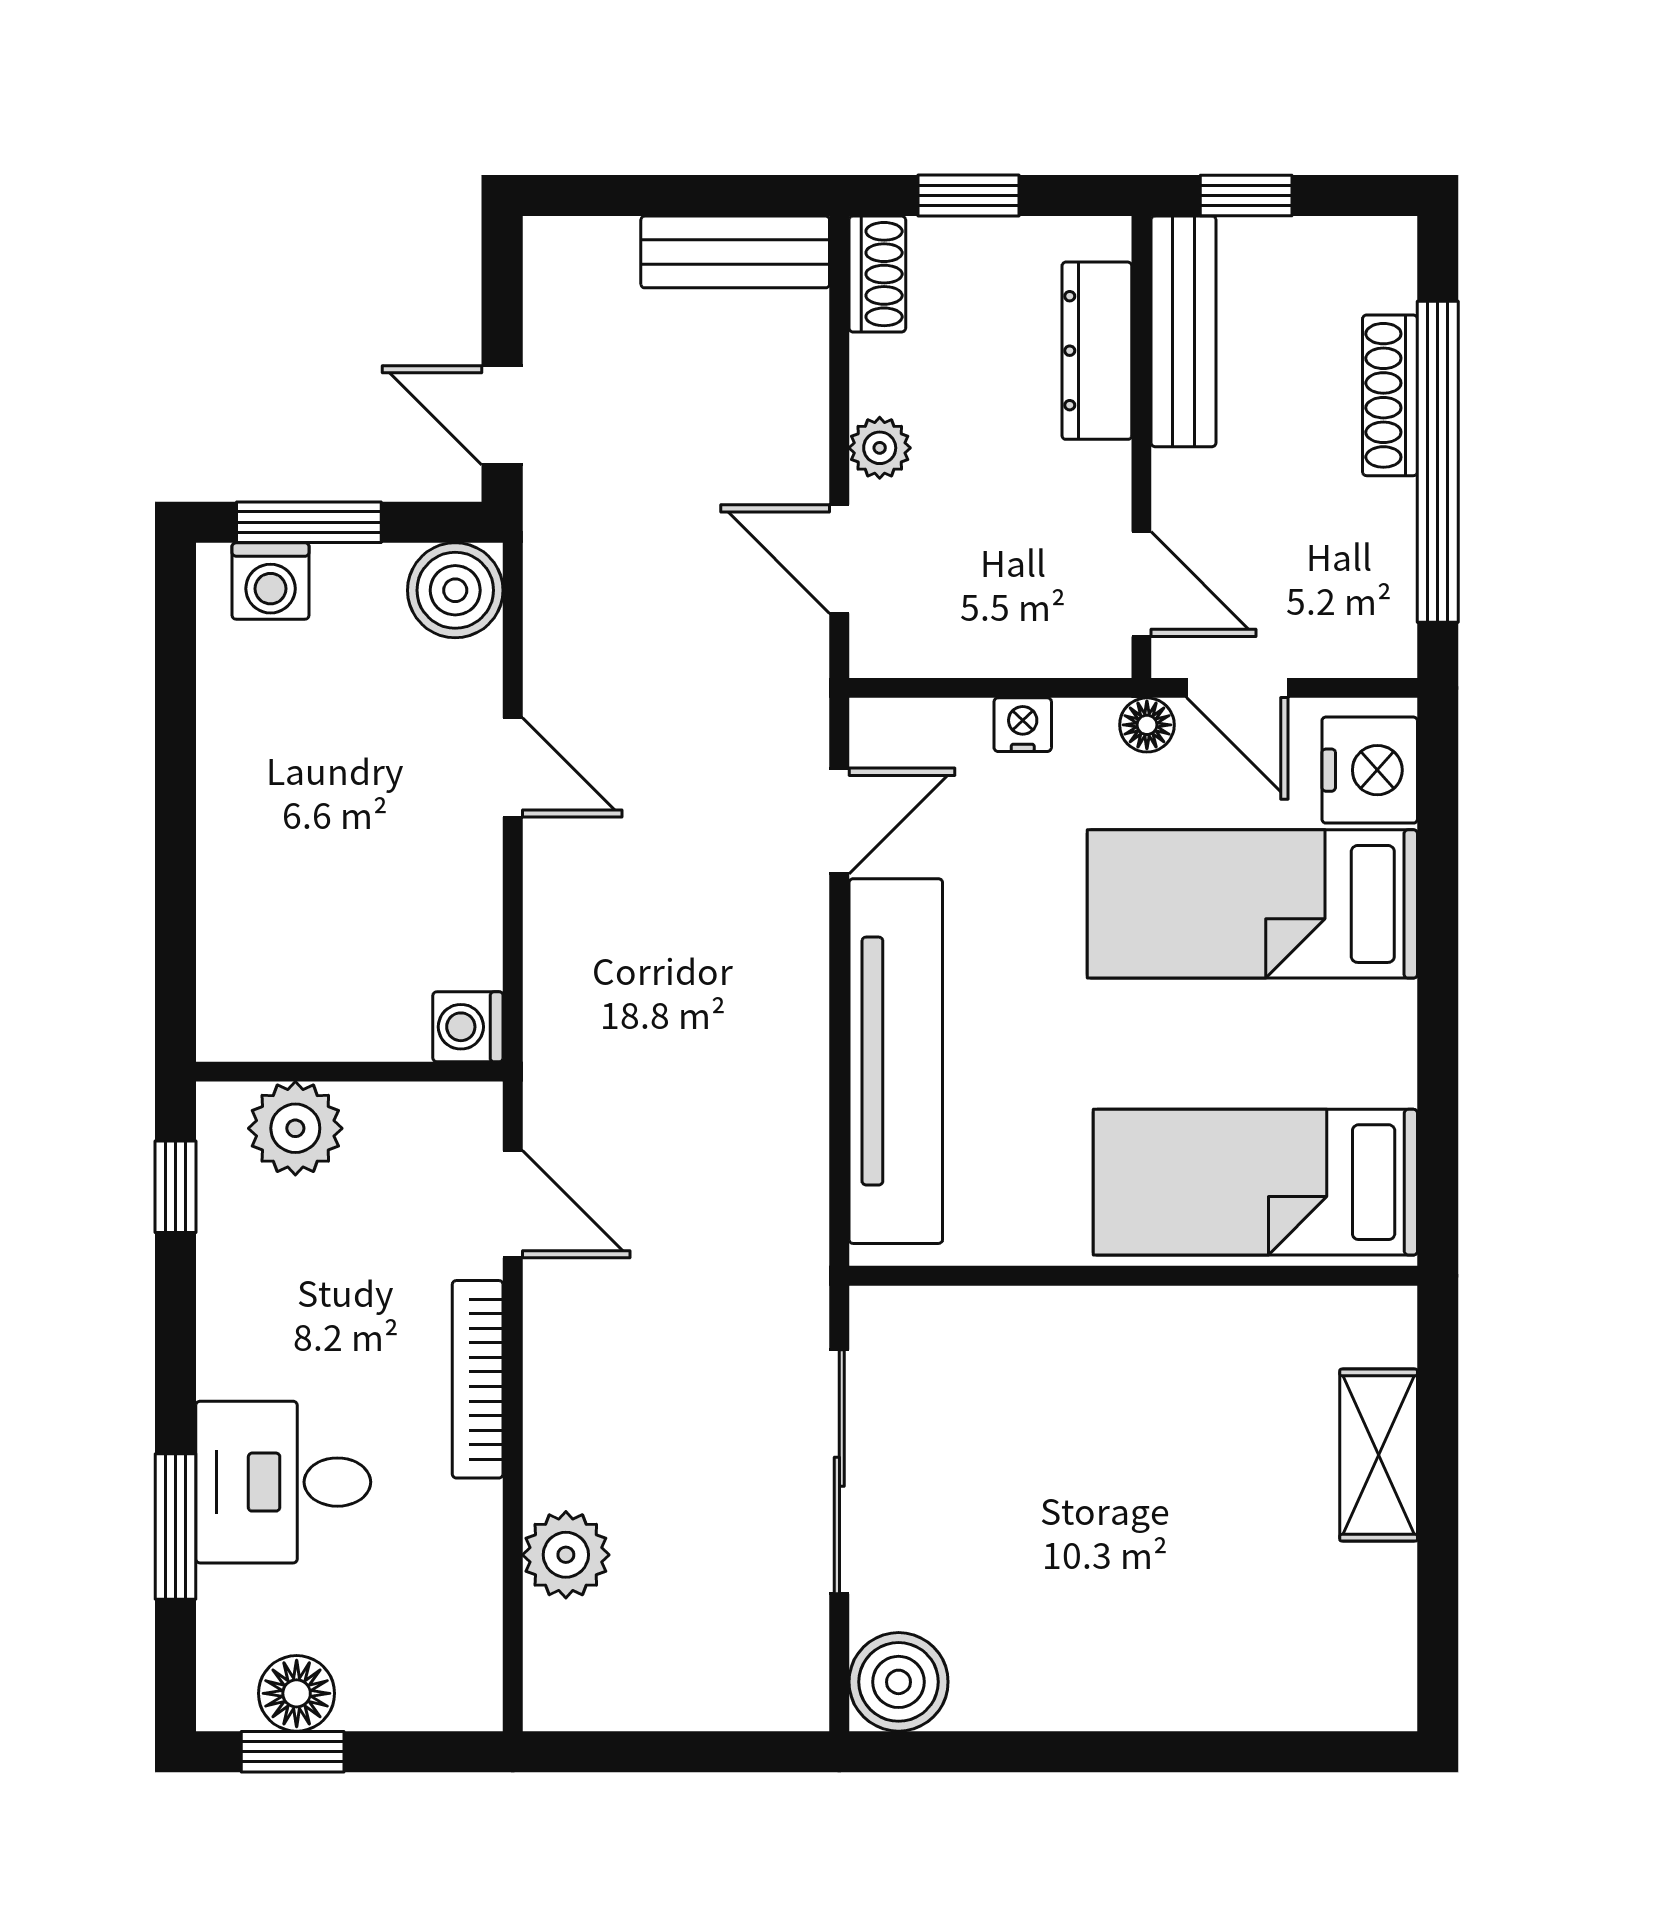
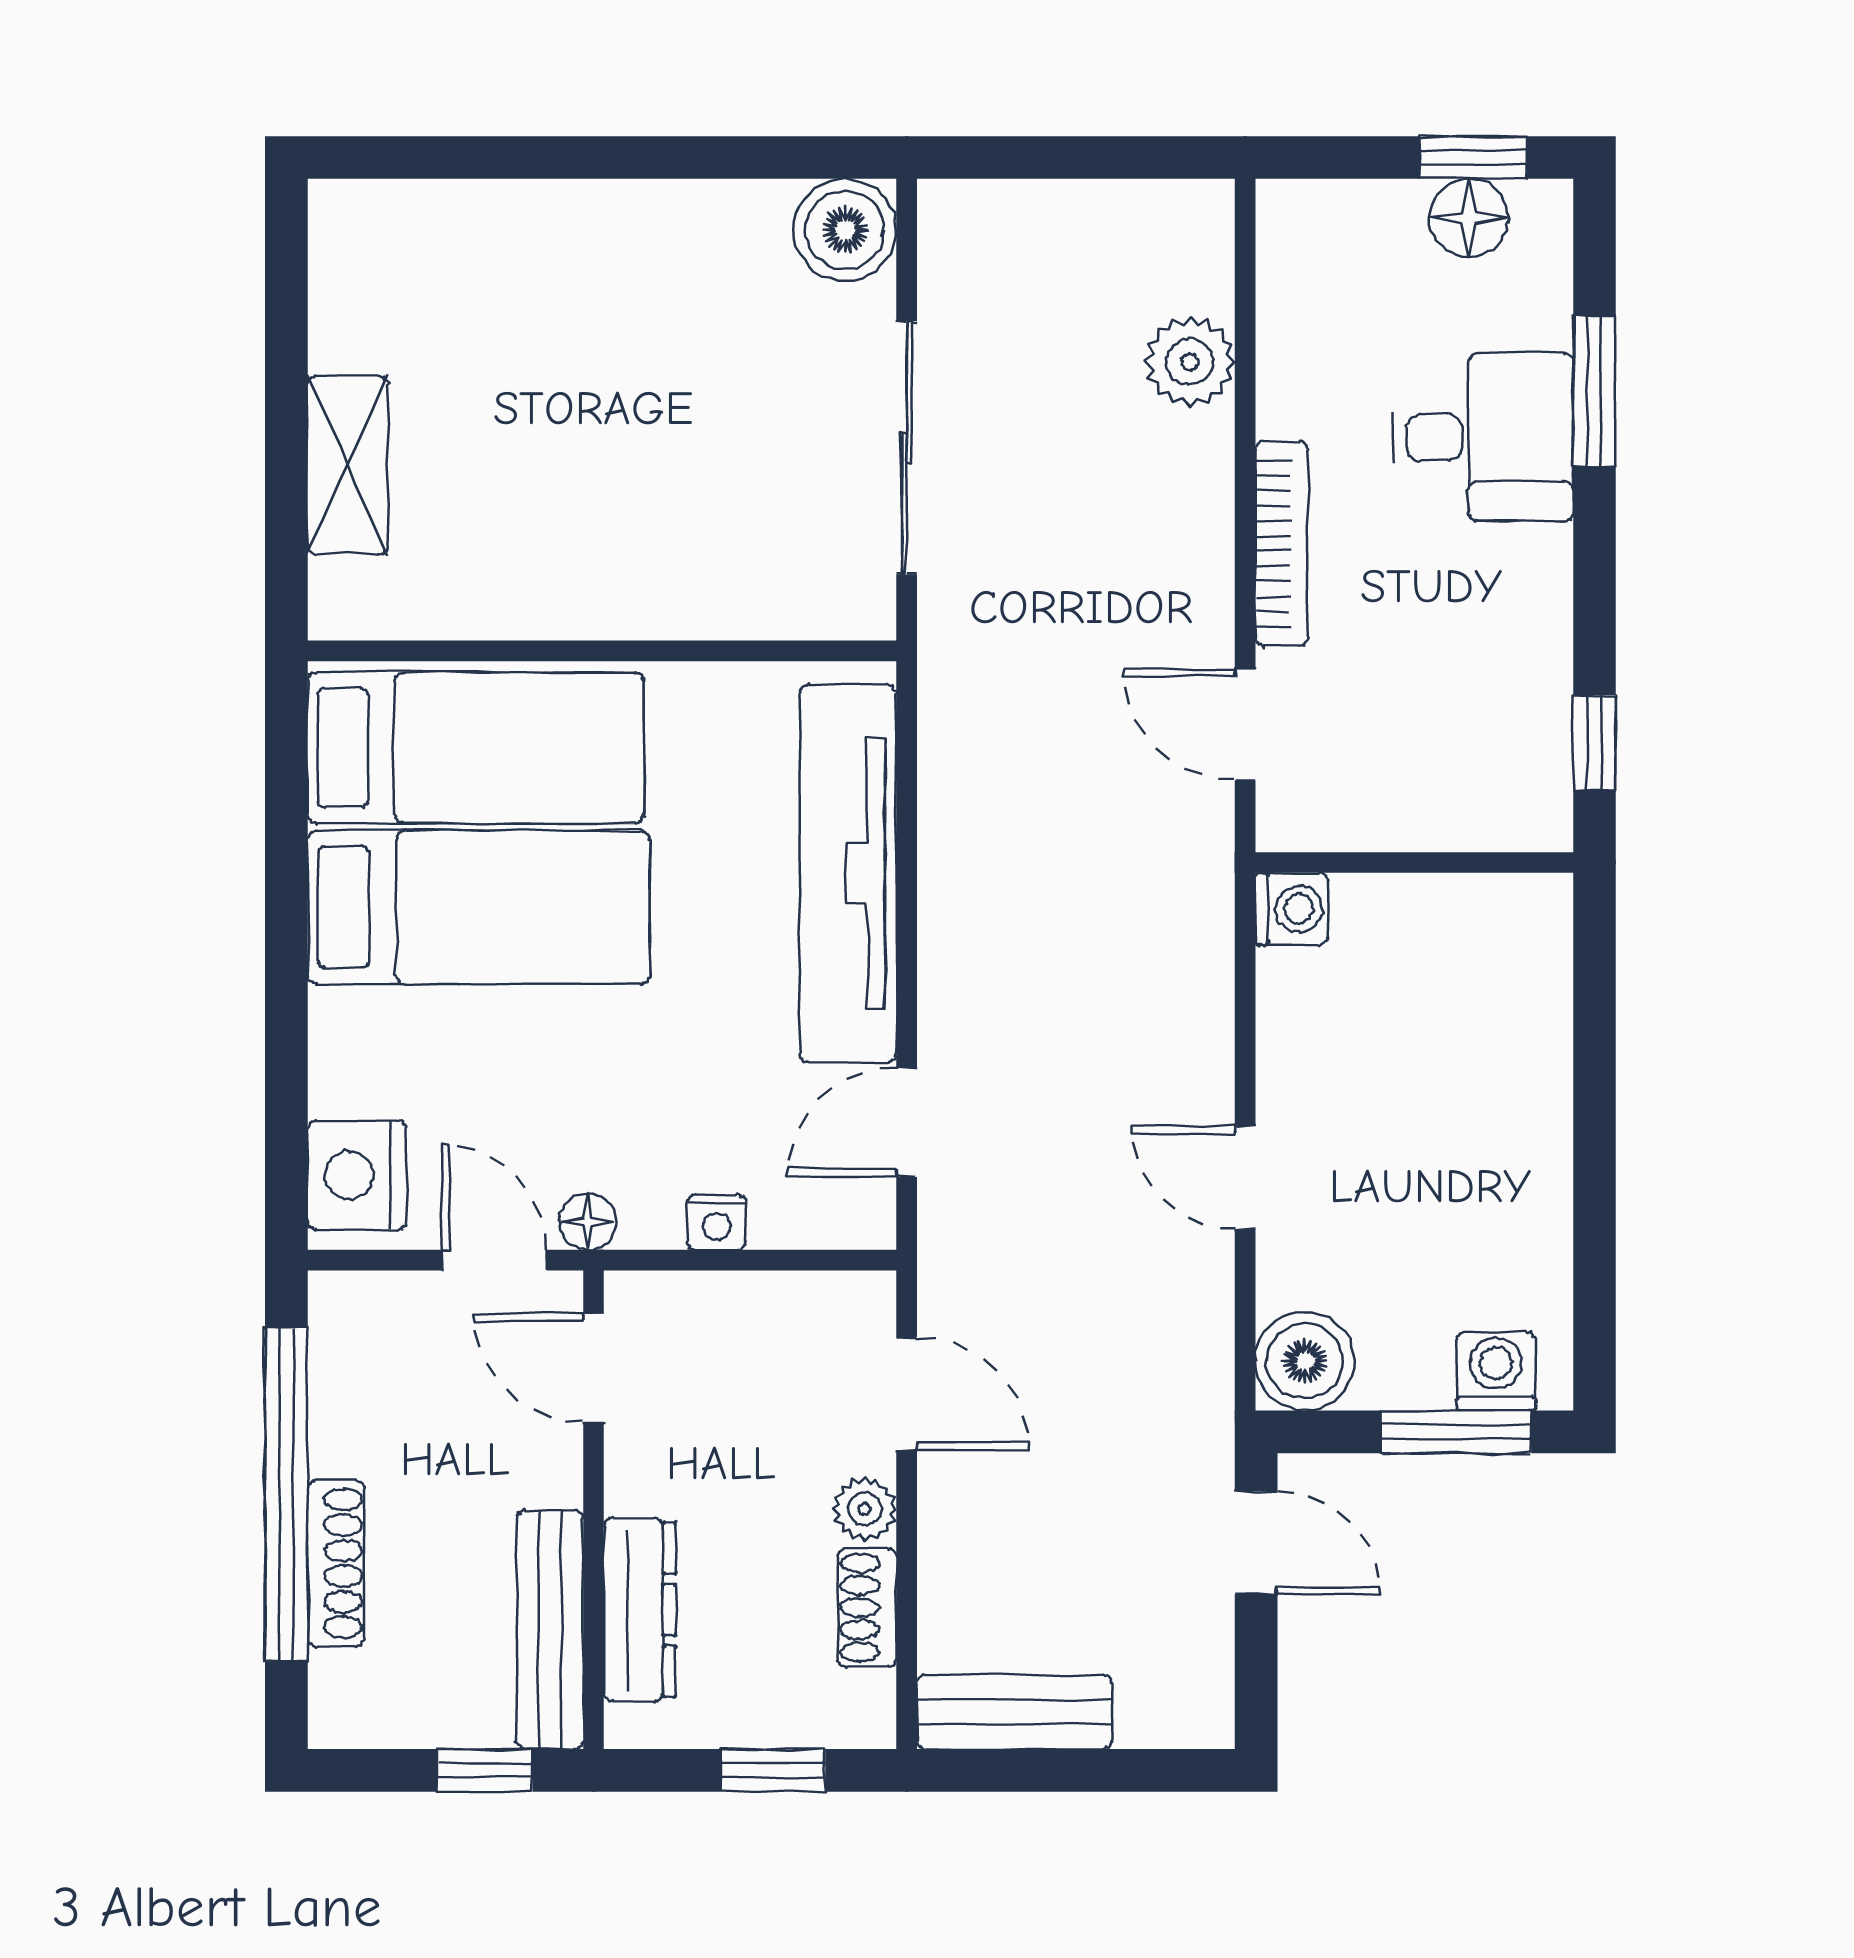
shoe rack: (877, 274) -> (867, 1608), moved
bed: (1252, 904) -> (478, 907), moved
plant: (295, 1128) -> (1470, 804), removed

